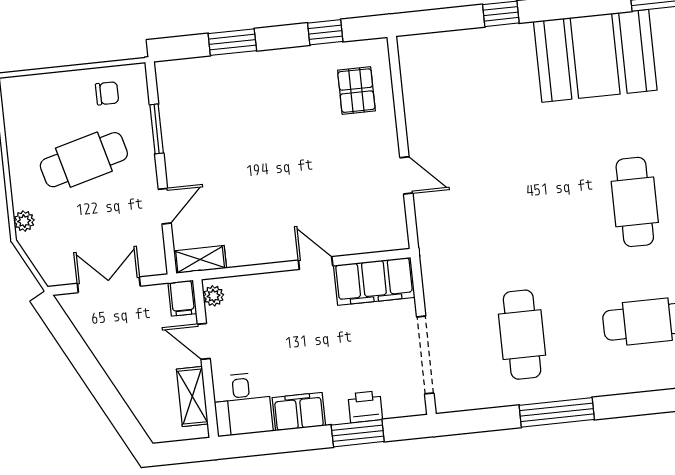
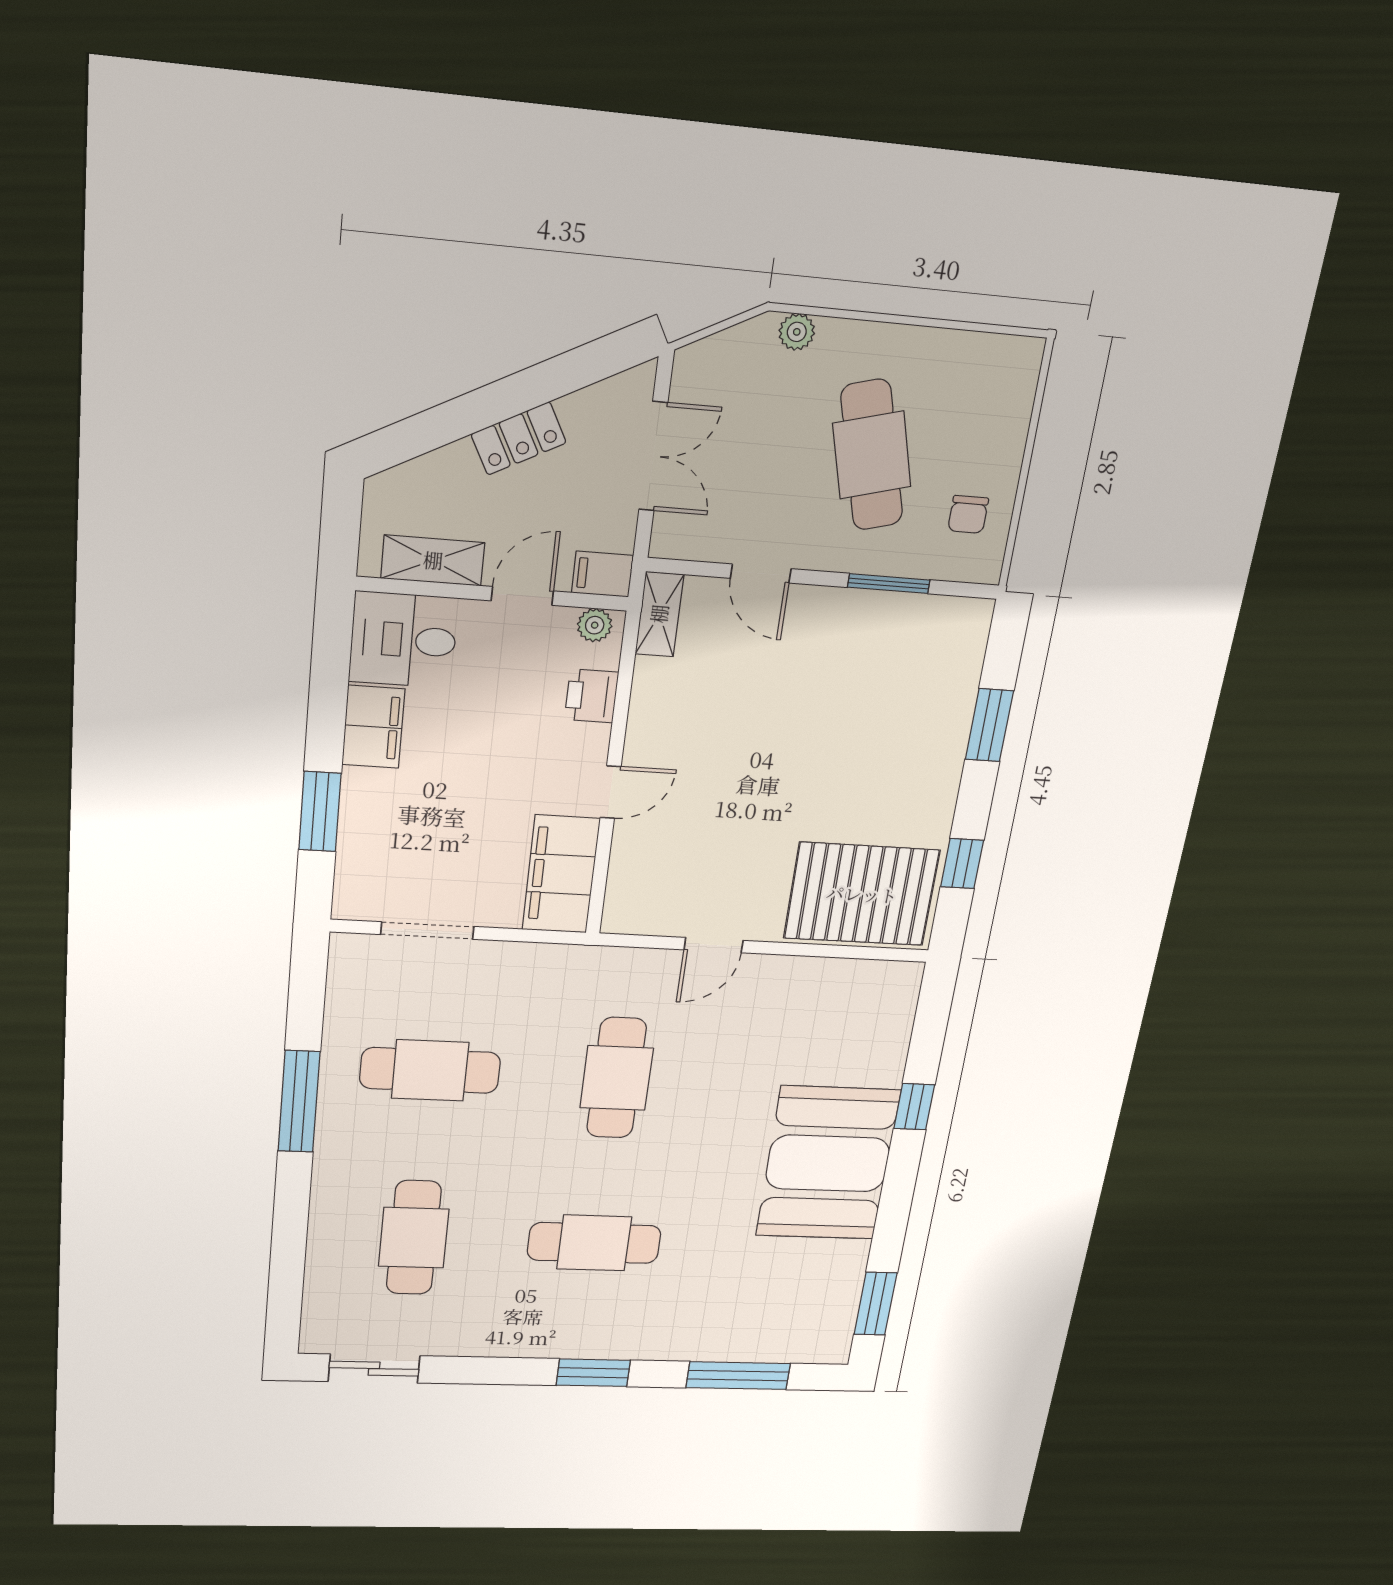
booth: (595, 56) -> (828, 1163), moved
pallet: (356, 91) -> (862, 894), width x2.05, depth x2.00
cafe table: (509, 215) -> (617, 1078), added
doorway: (425, 355) -> (427, 931), width x0.73
locker: (113, 362) -> (519, 438), added
printer: (365, 407) -> (592, 696), moved, turned 180

